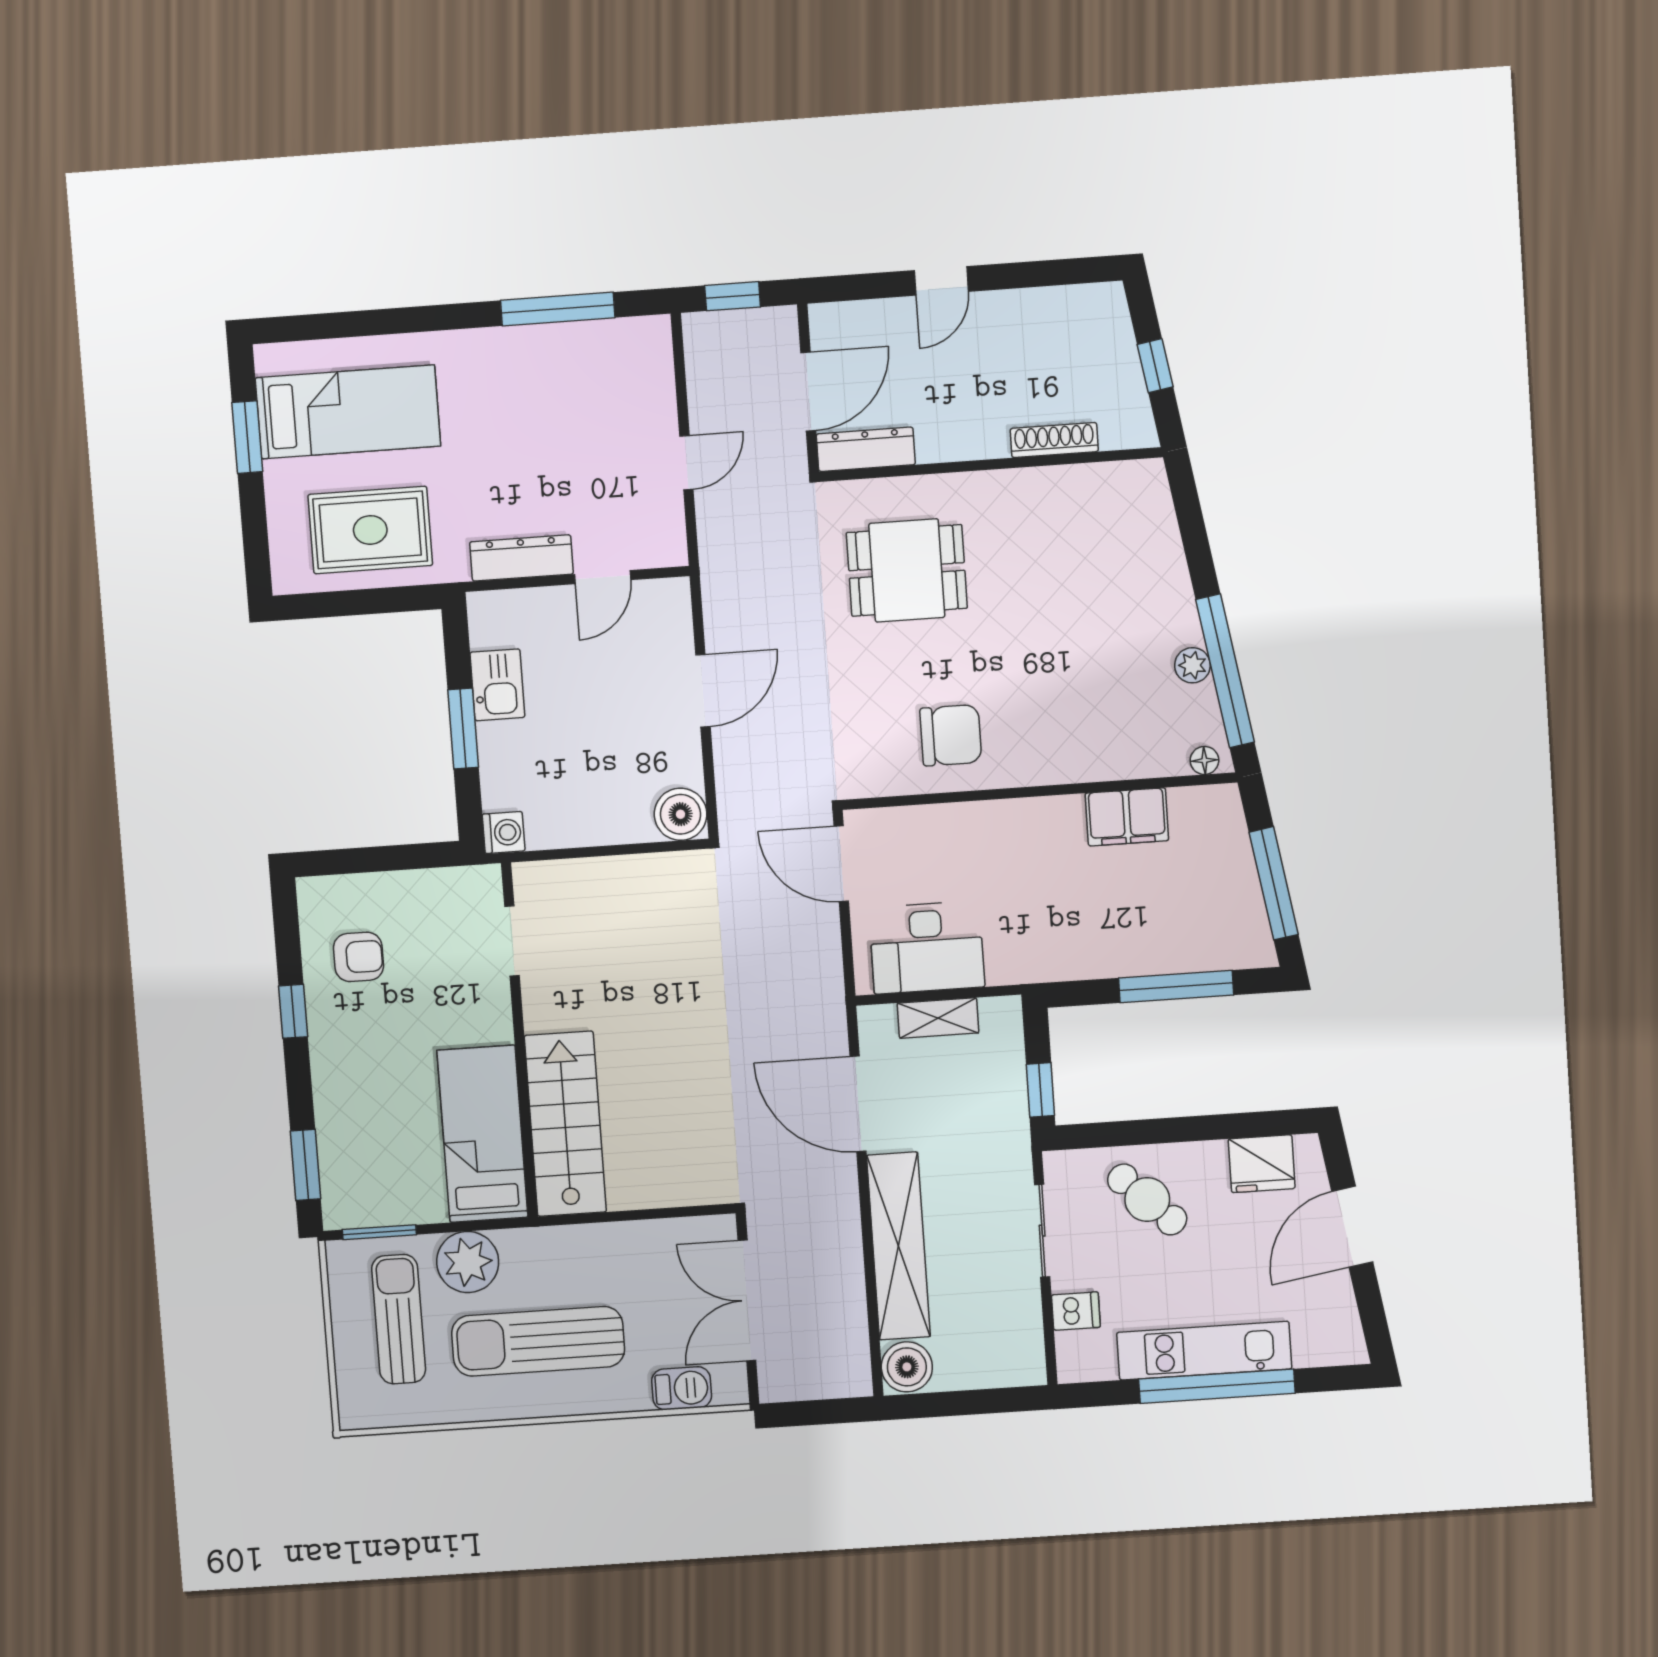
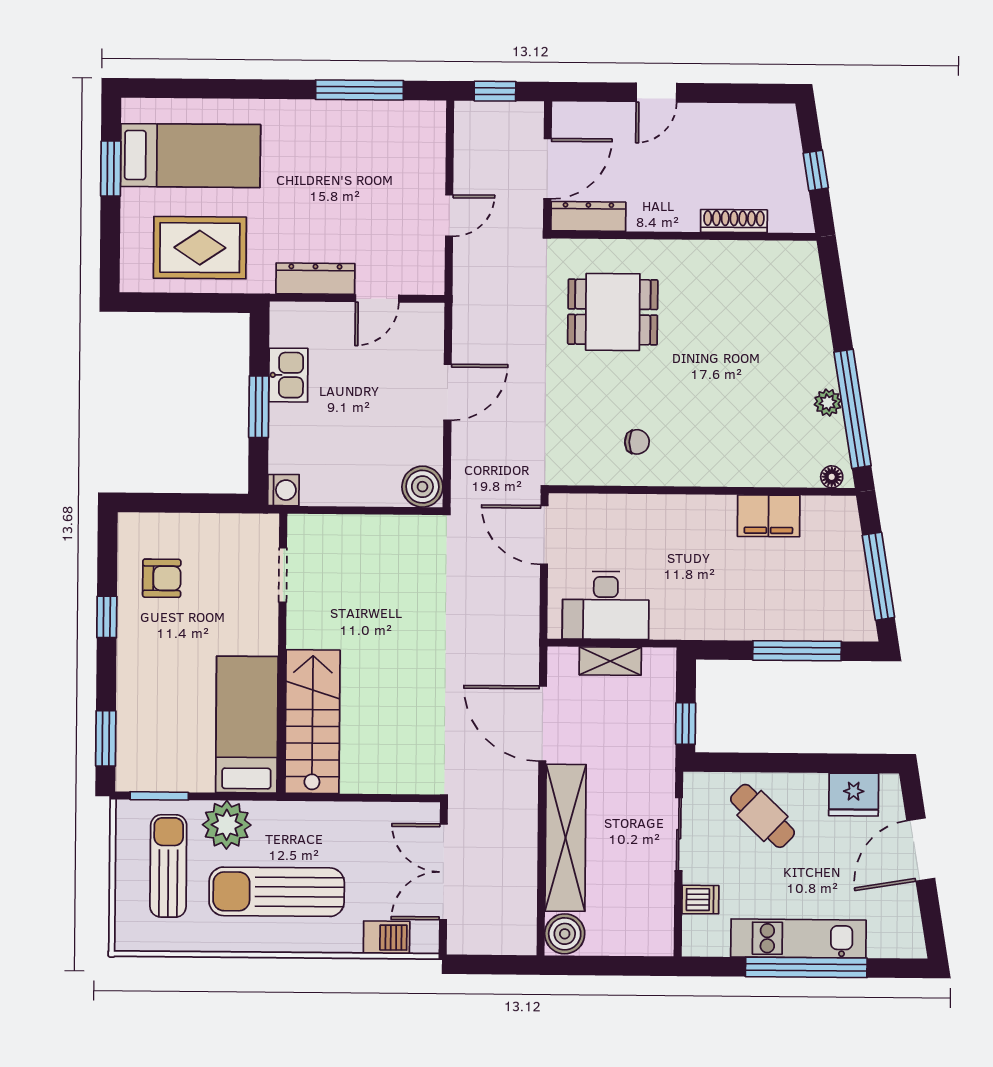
chair: (951, 735) -> (637, 442), width x0.54, depth x0.54

